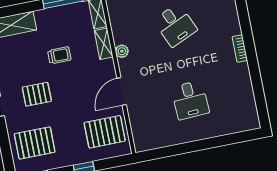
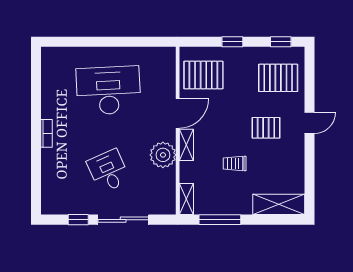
shelving: (104, 44) -> (186, 145), moved
plant: (122, 51) -> (163, 155), width x1.87, depth x1.87
desk: (190, 100) -> (108, 90), width x1.87, depth x1.30

